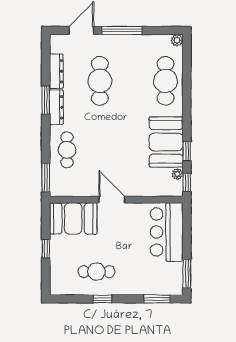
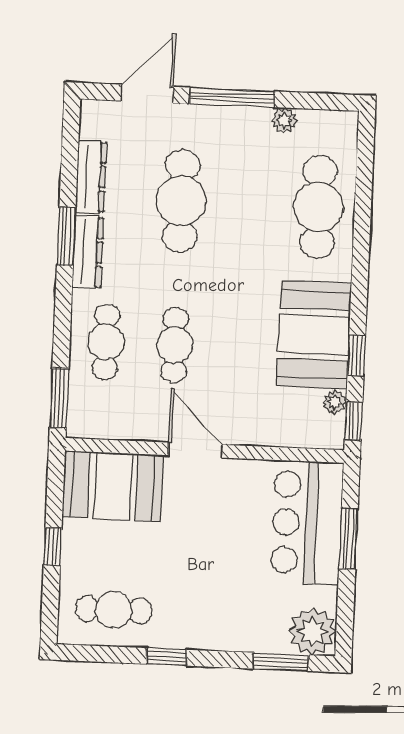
plant: (177, 40) -> (284, 120), moved
cafe table: (100, 150) -> (175, 345), added
cafe table: (96, 272) -> (114, 610), moved
window: (187, 274) -> (348, 539), moved
plant: (172, 284) -> (313, 631), added

